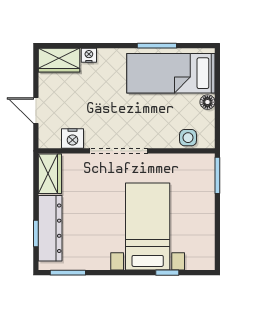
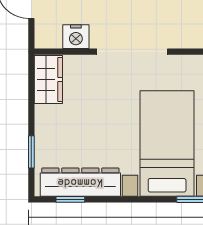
dresser: (50, 228) -> (80, 182), moved, turned -90
window: (68, 273) -> (70, 199), width x0.67

